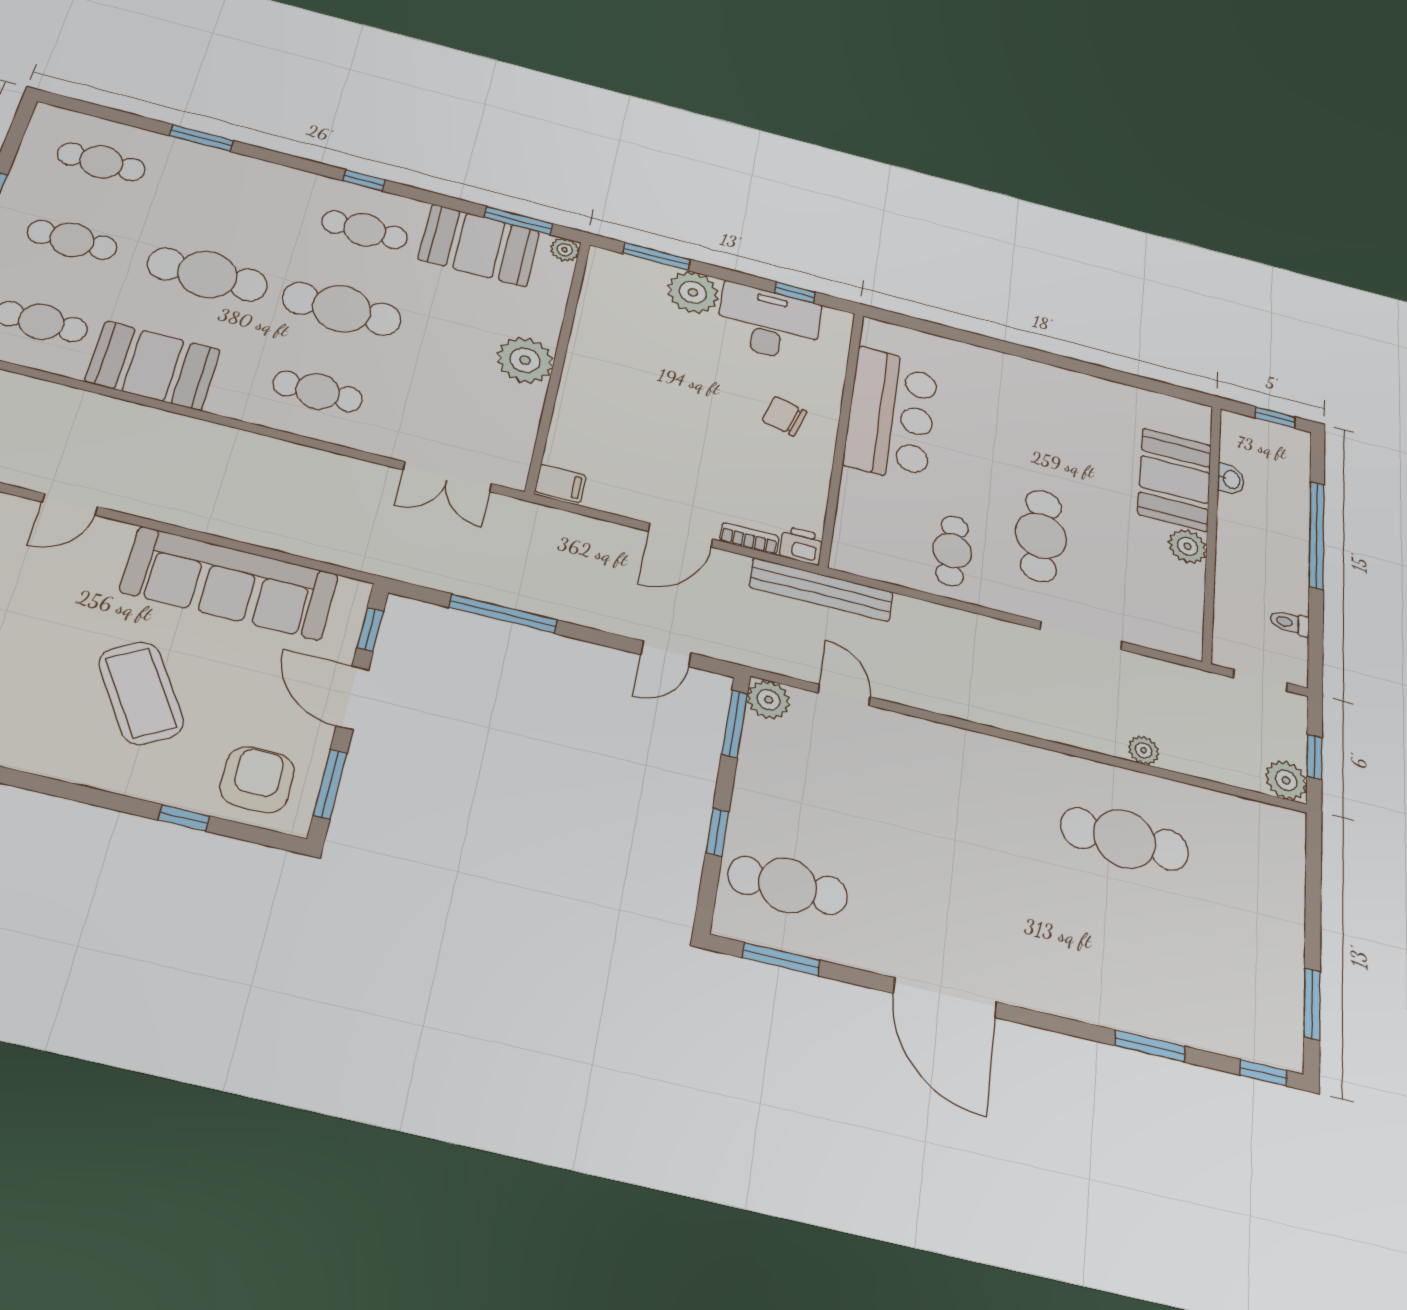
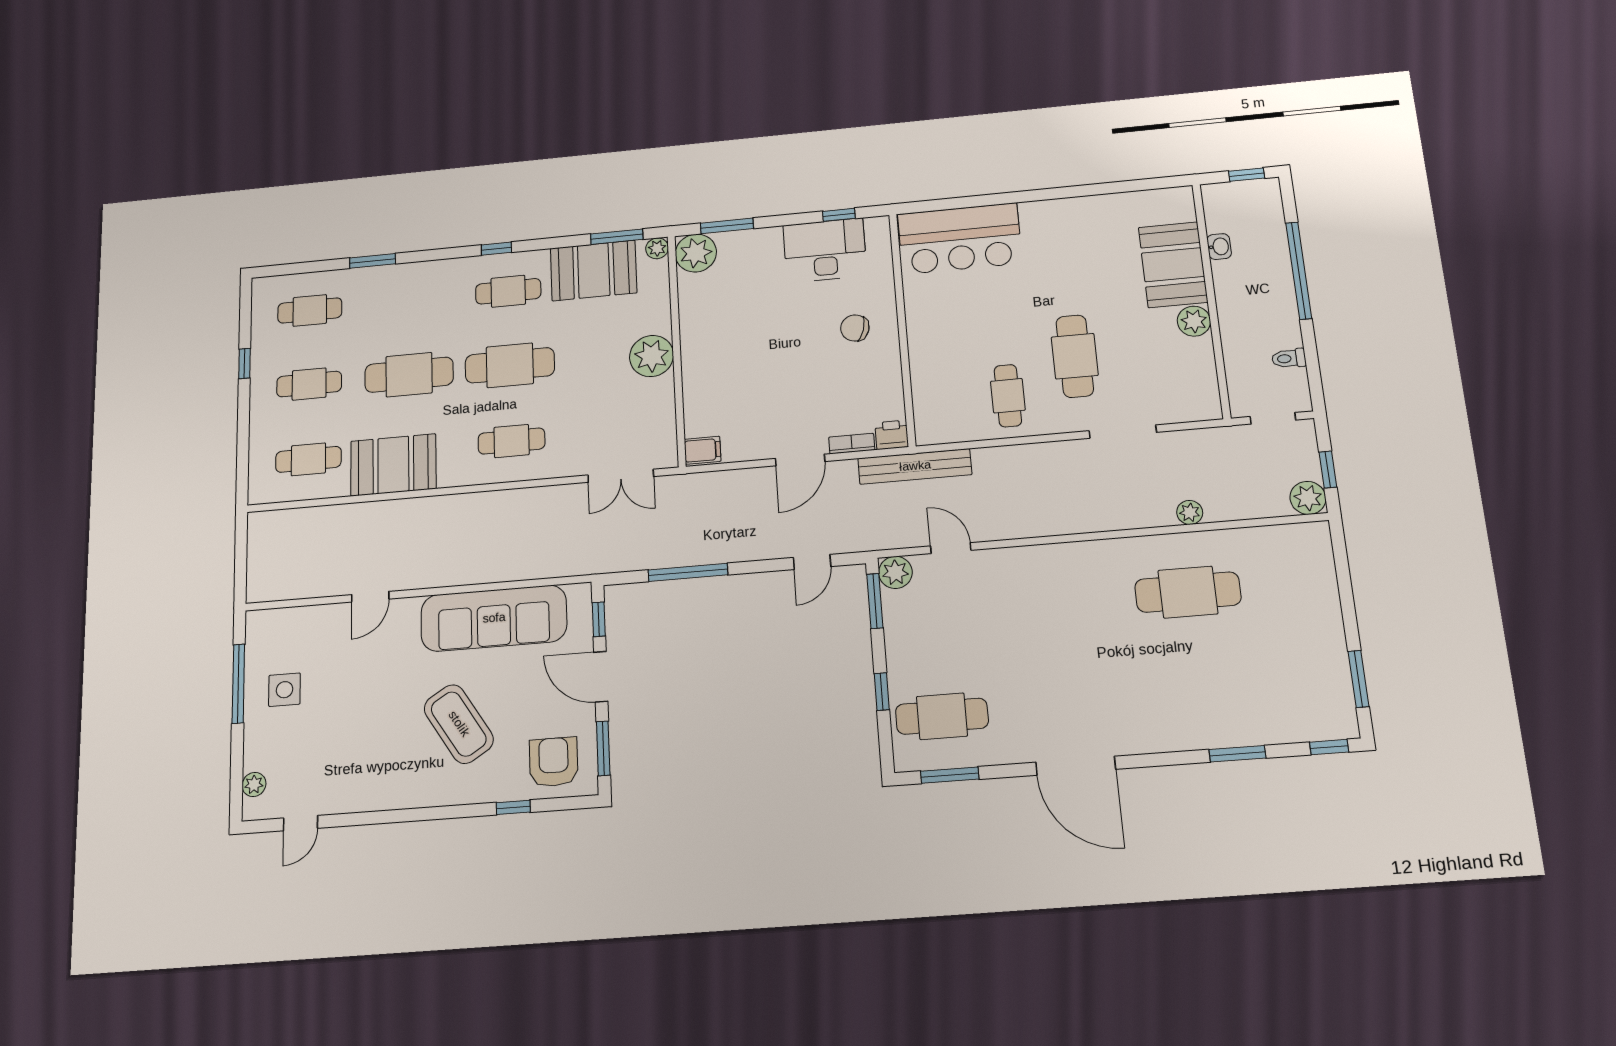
plant: (693, 292) -> (696, 253), moved
bar counter: (891, 415) -> (960, 239), moved, turned 90

